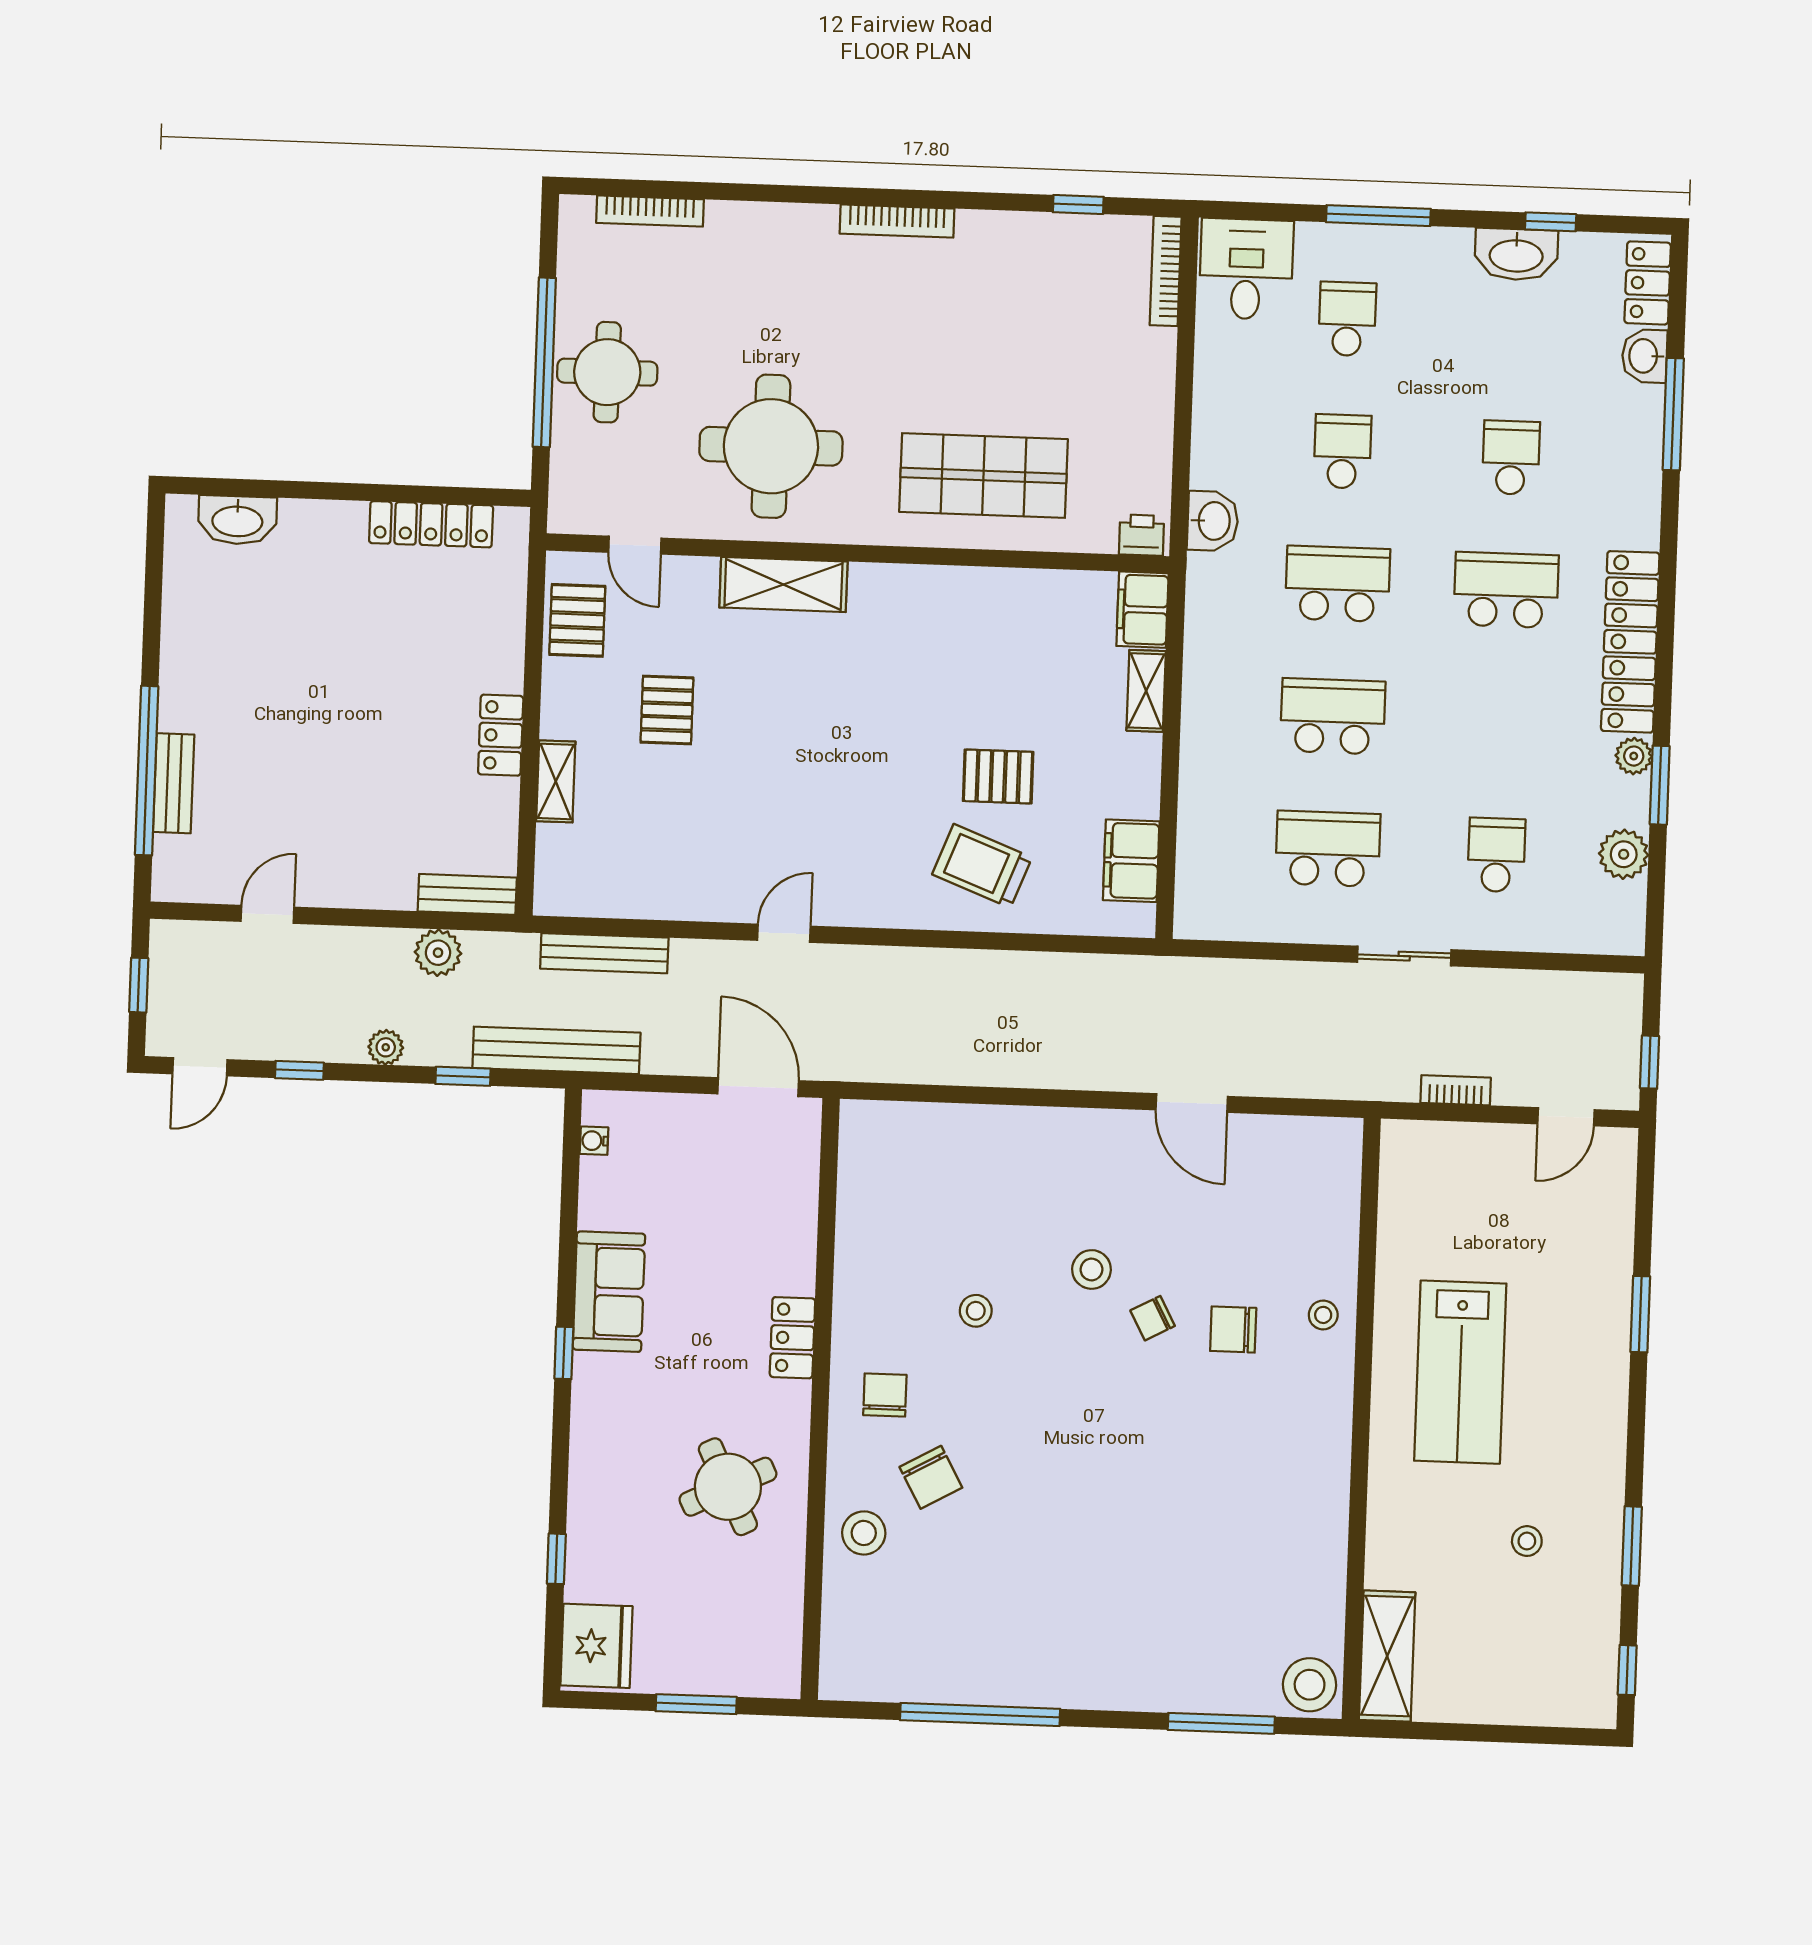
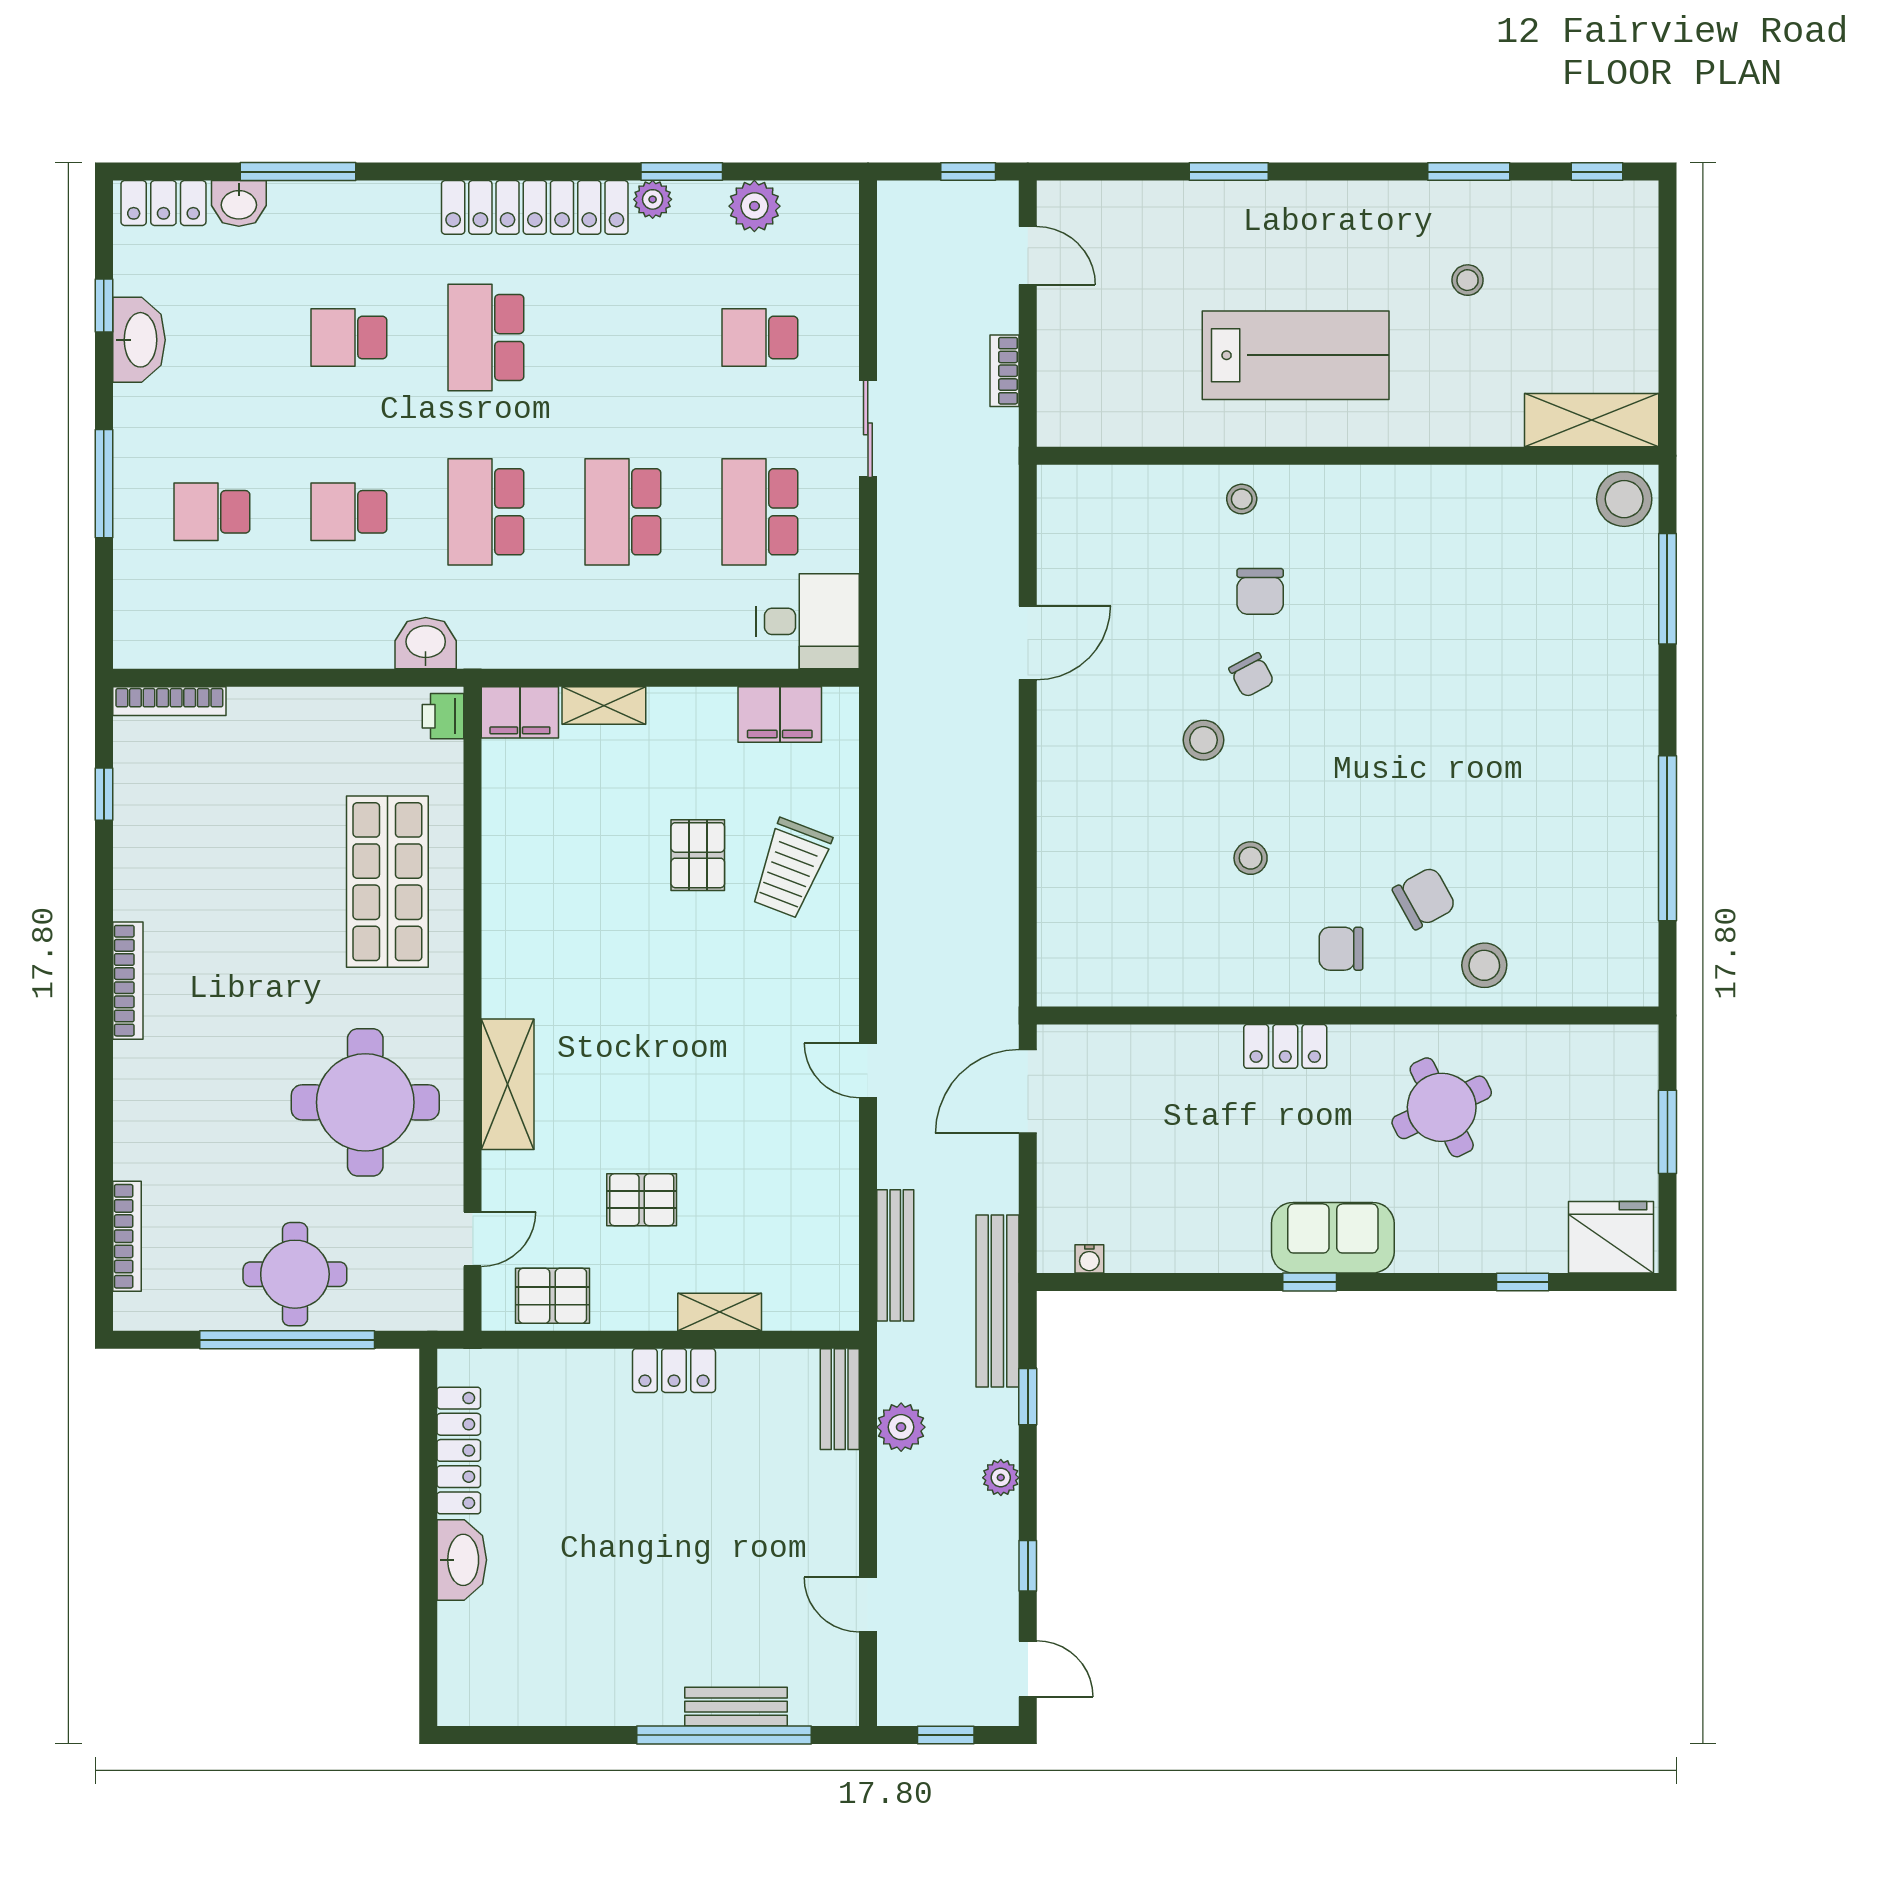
desk: (1246, 269) -> (808, 621), moved, turned 180
washbasin: (237, 520) -> (462, 1560), moved
sofa: (609, 1292) -> (1333, 1238), moved

